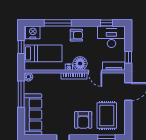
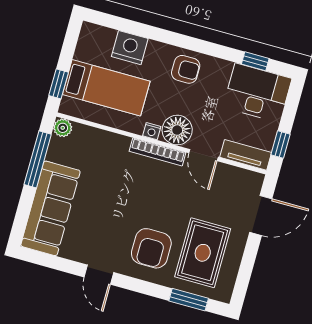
window: (58, 23) -> (154, 33), removed
nightstand: (33, 32) -> (130, 48), moved
window: (21, 47) -> (59, 84), moved

